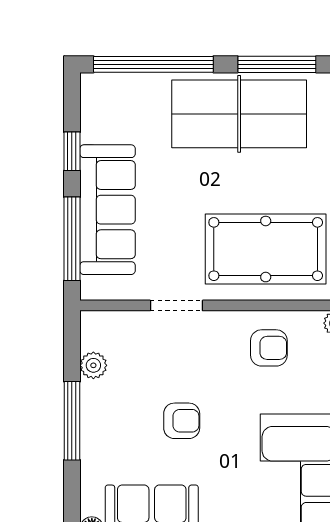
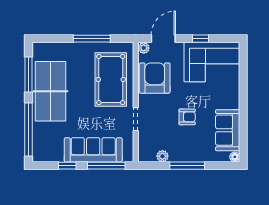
armchair: (269, 348) -> (155, 78), width x1.88, depth x1.88
armchair: (182, 421) -> (187, 117), turned 90

